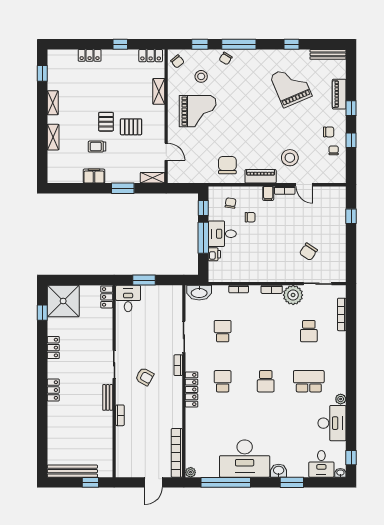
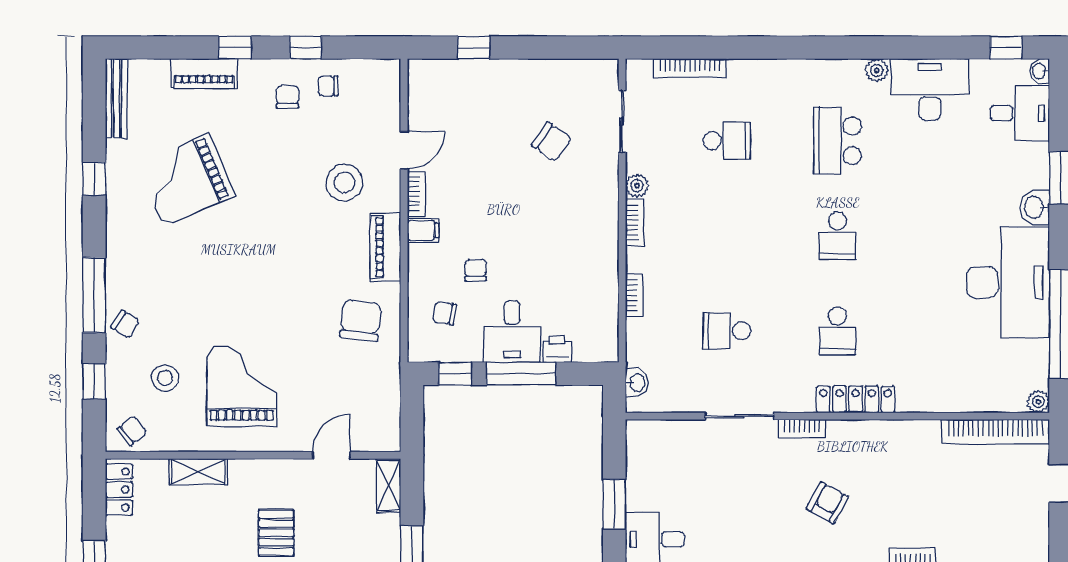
chair: (227, 165) -> (361, 320), turned 97
washbasin: (199, 293) -> (637, 383), width x0.52, depth x0.69
plant: (293, 295) -> (637, 186), width x0.53, depth x0.53
school desk: (223, 381) -> (837, 331), turned -90
school desk: (266, 381) -> (837, 236), turned 90

